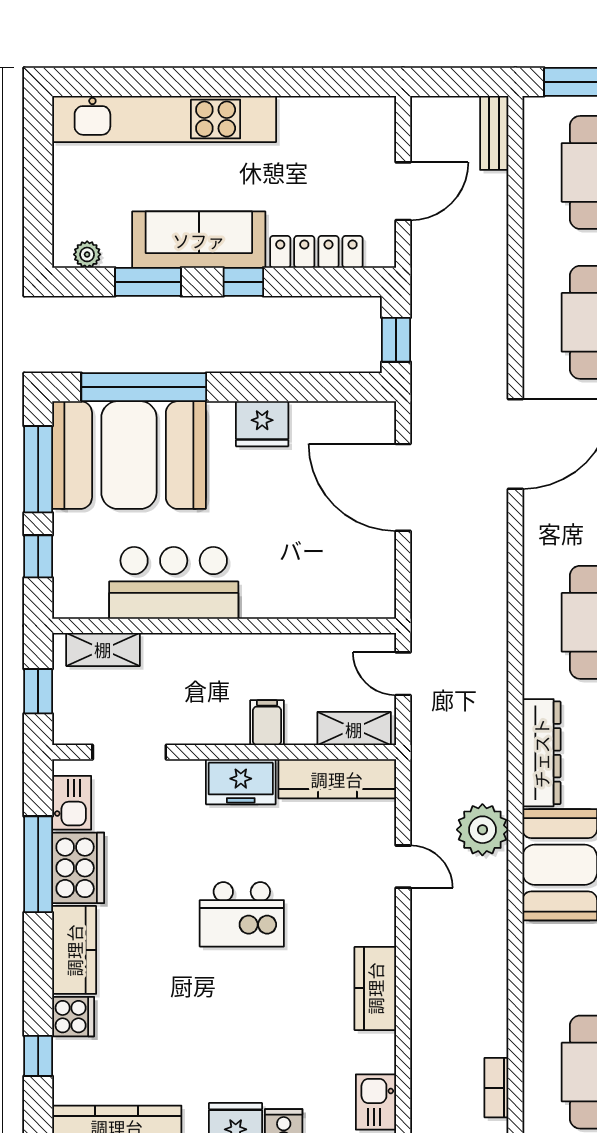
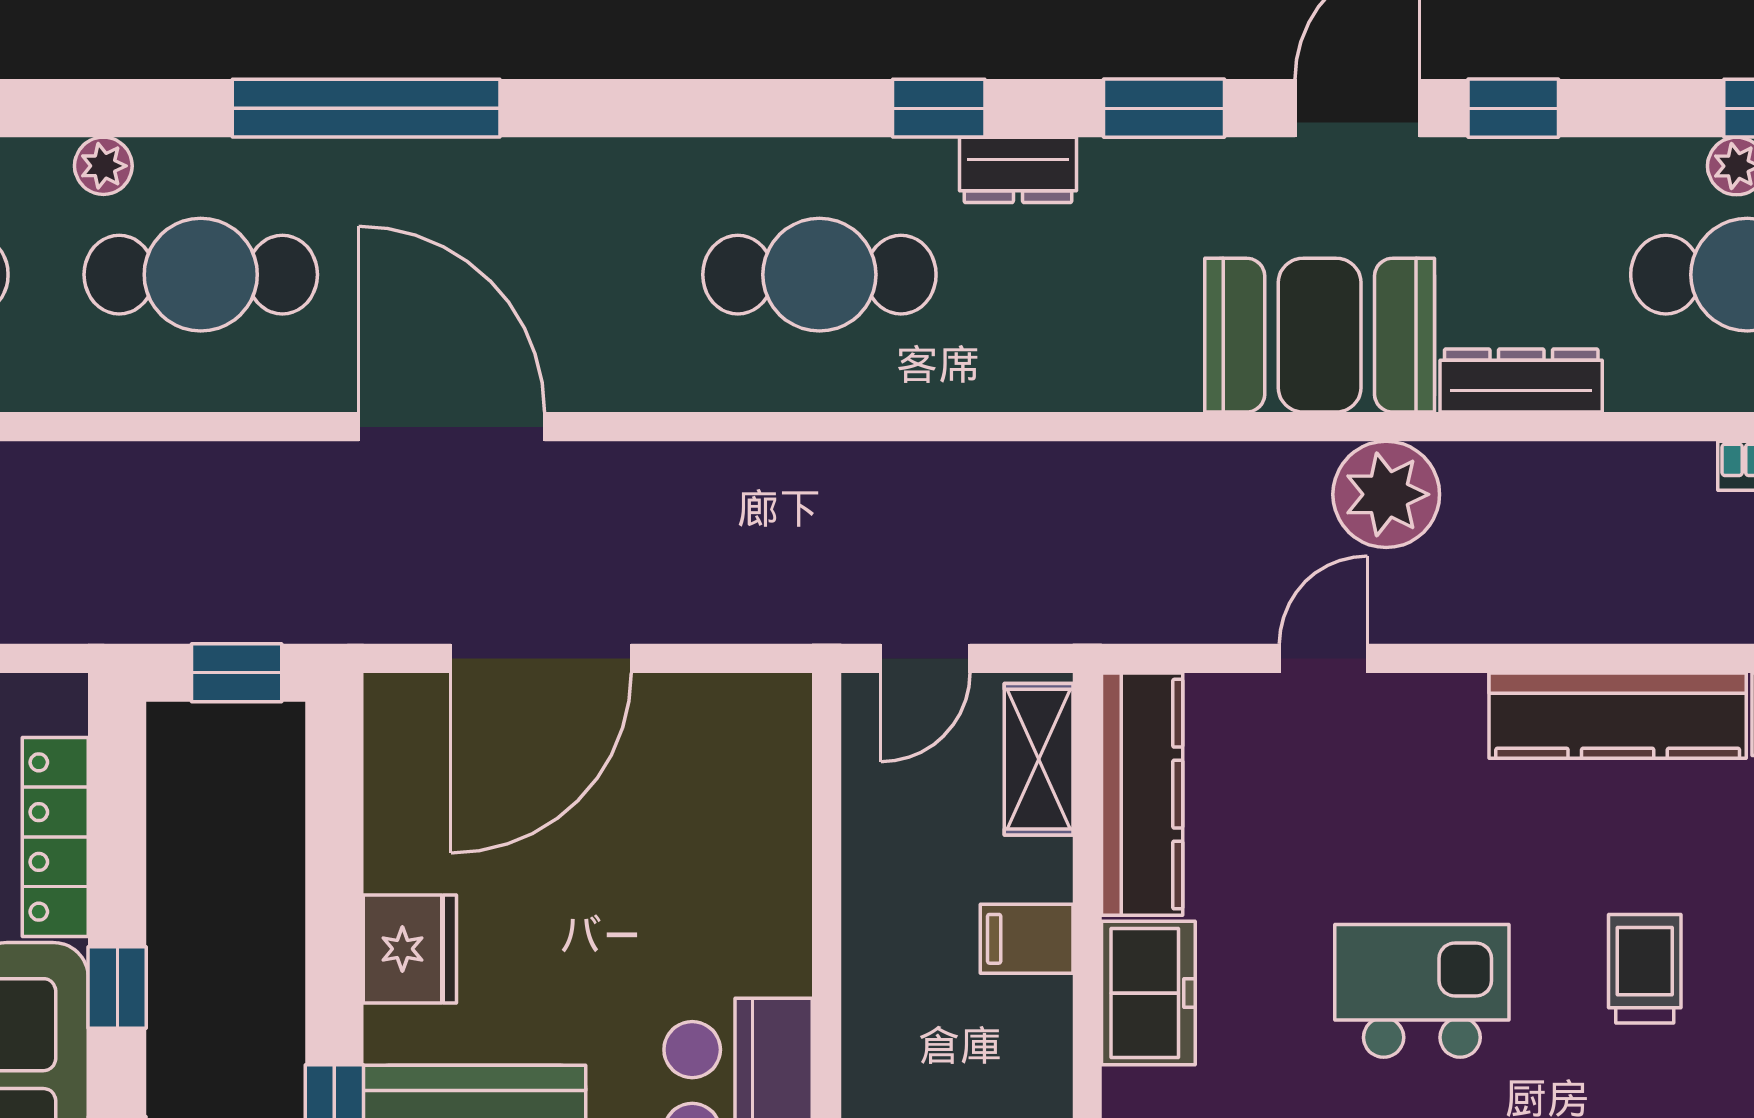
dresser: (541, 753) -> (1521, 380), moved, width x0.73, depth x0.80
plant: (482, 830) -> (1386, 494), moved
kitchen island: (242, 914) -> (1422, 991), turned -90
kitchen counter: (375, 988) -> (1618, 716), width x1.50
trolley: (253, 1022) -> (1645, 969), added

